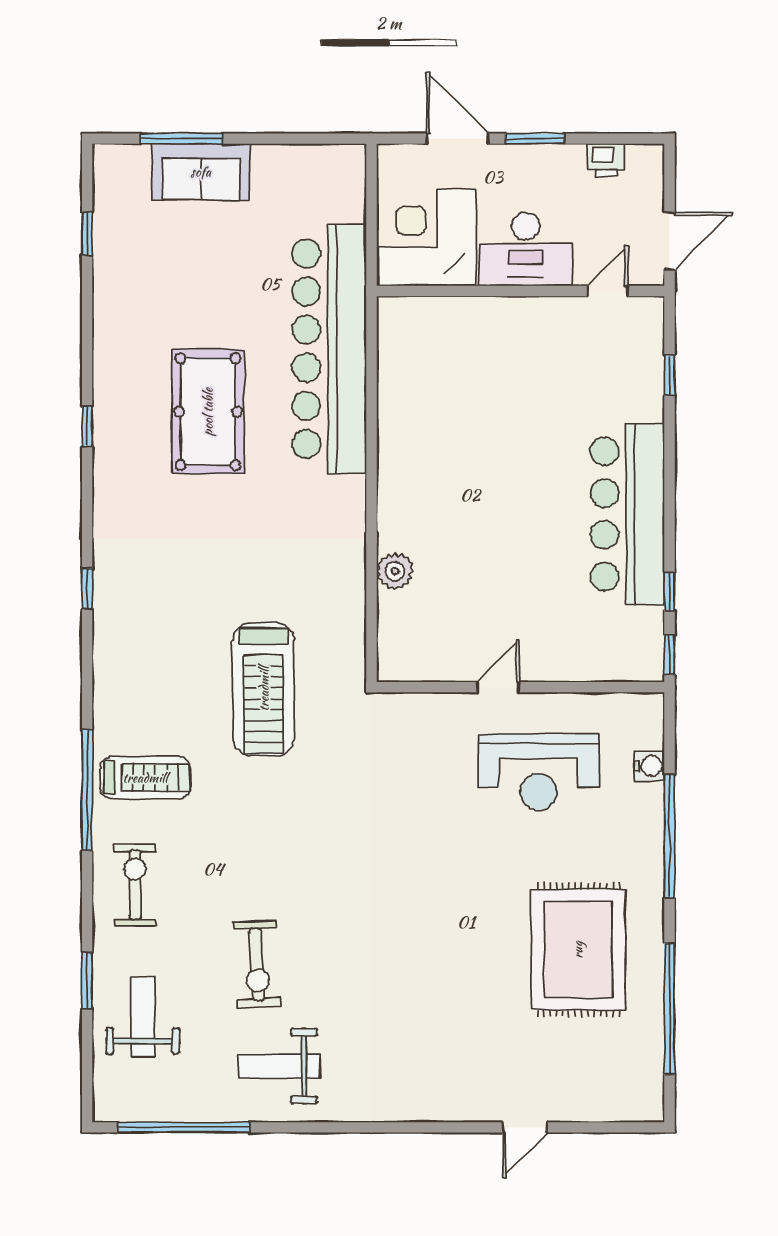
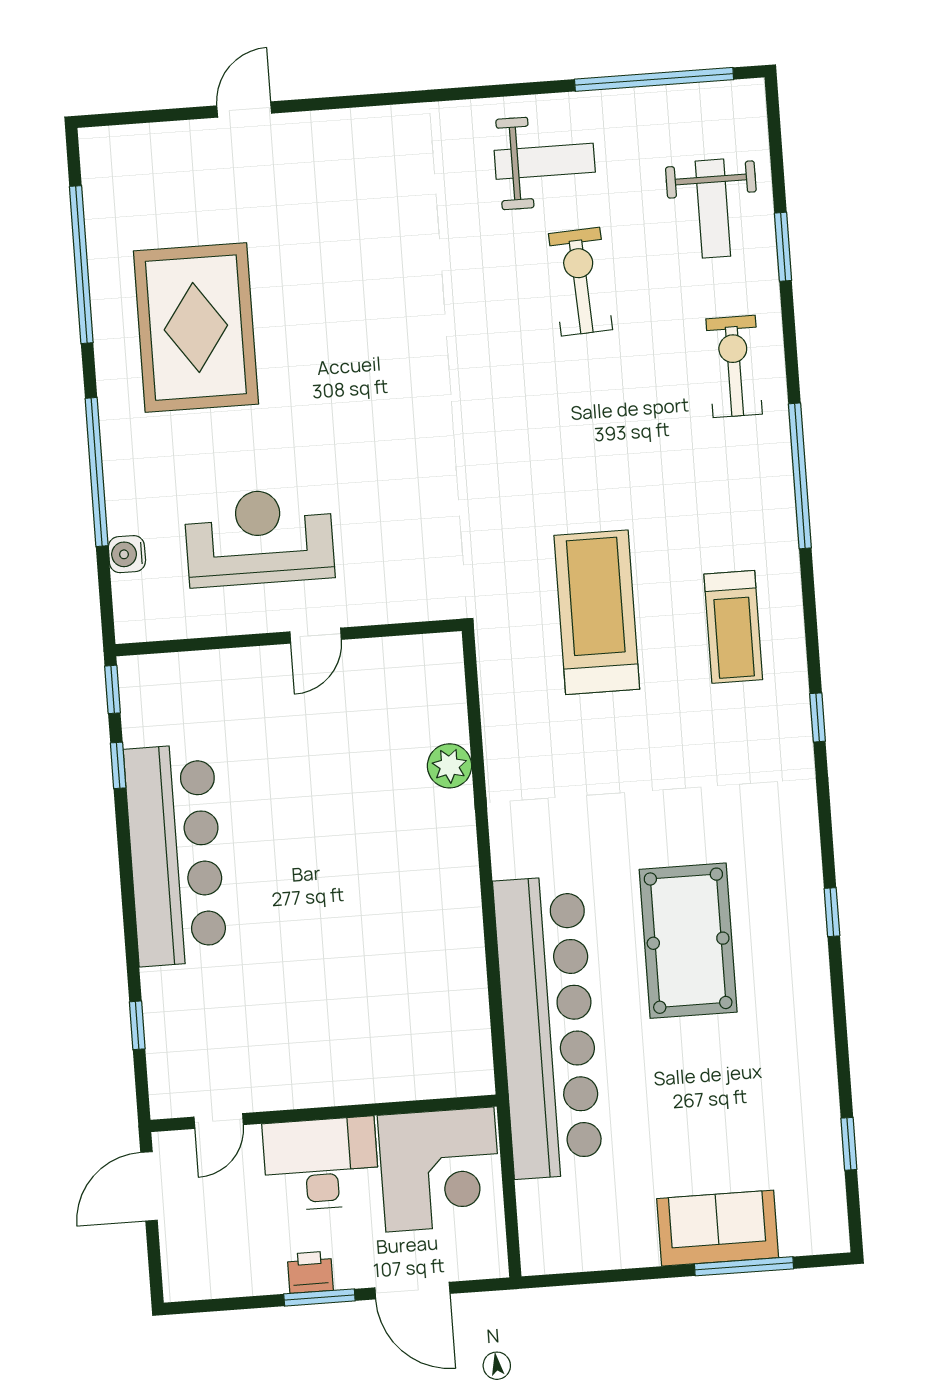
printer: (606, 160) -> (310, 1272), moved
treadmill: (145, 778) -> (733, 627), moved, turned -90
exercise bike: (135, 885) -> (734, 366), turned 180

